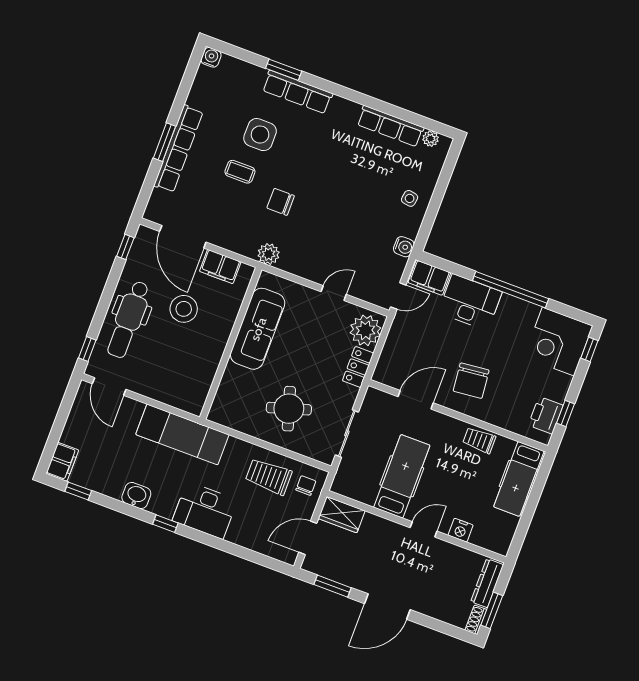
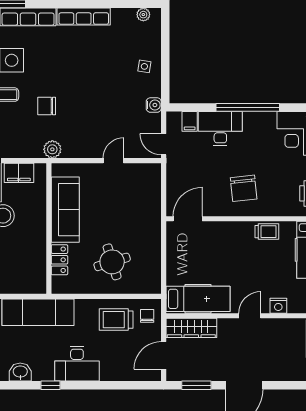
row of seats: (390, 126) -> (84, 17), moved
filing cabinet: (429, 278) -> (190, 121), width x0.50
door: (398, 296) -> (164, 144), swing flipped
plant: (365, 330) -> (148, 180), removed
locker: (358, 367) -> (59, 260), moved, turned 180
door: (416, 400) -> (188, 219), moved
sliding door: (347, 433) -> (164, 264), removed
trolley: (479, 440) -> (267, 232), turned 180
hospital bed: (402, 476) -> (198, 299), moved, turned 90
wardrobe: (342, 515) -> (191, 328), width x1.50

